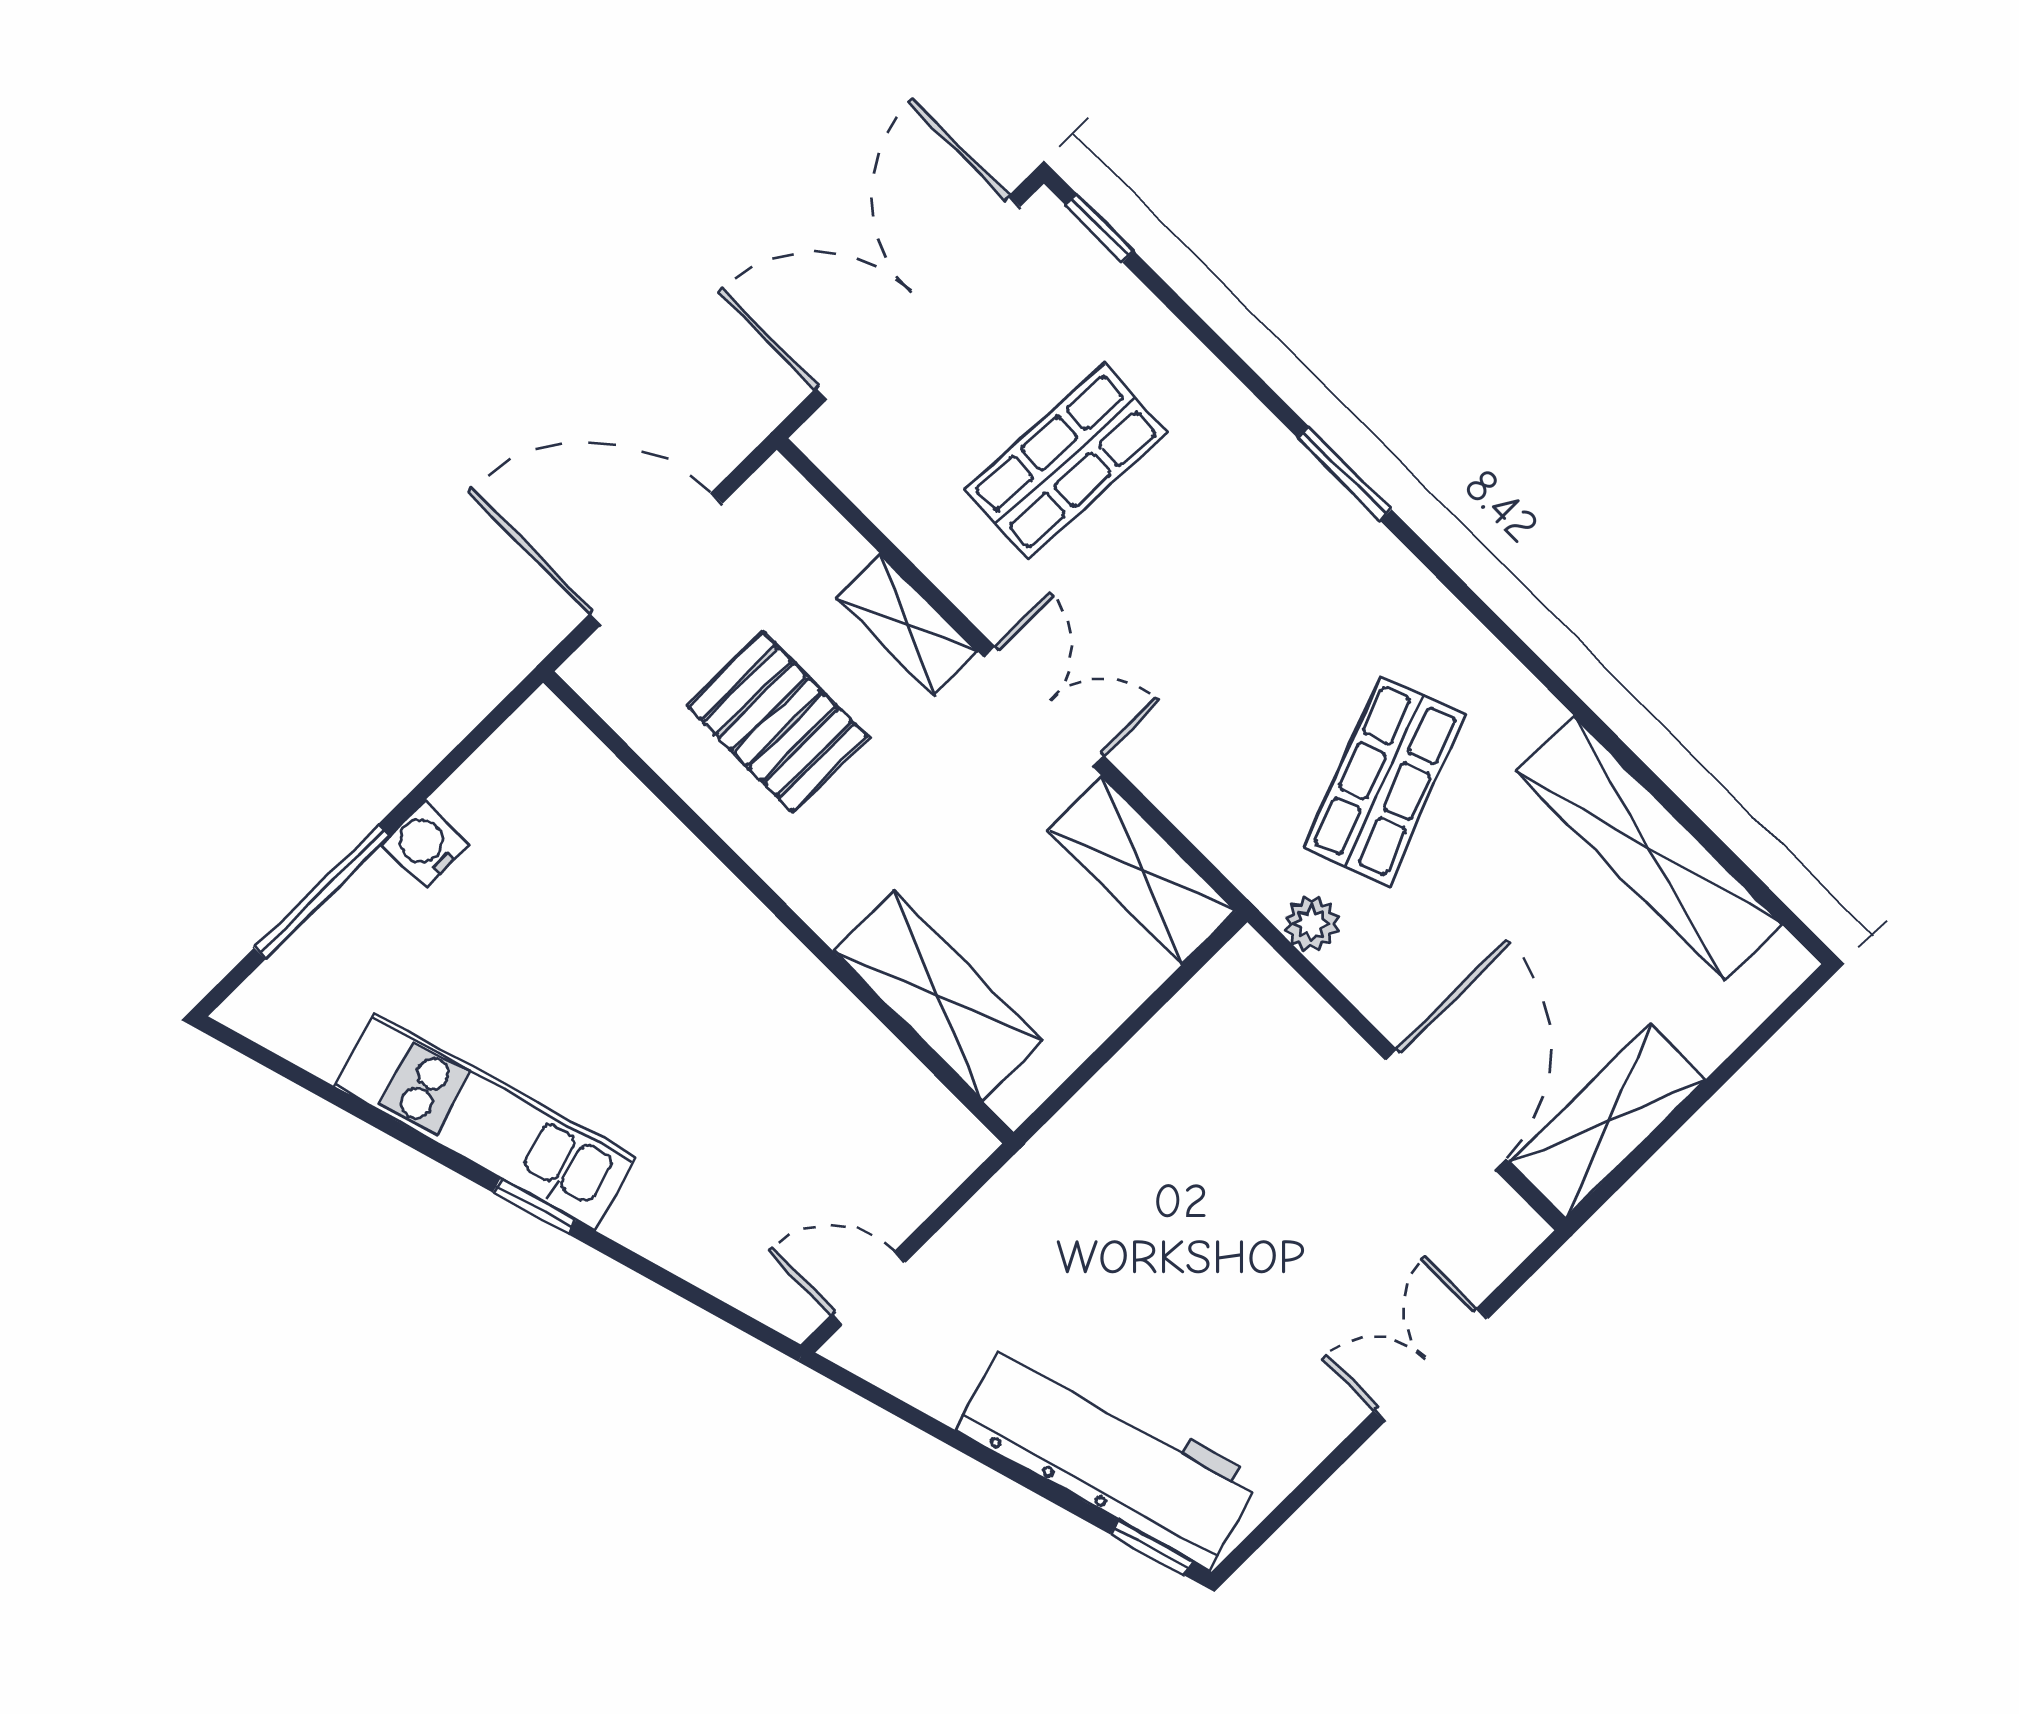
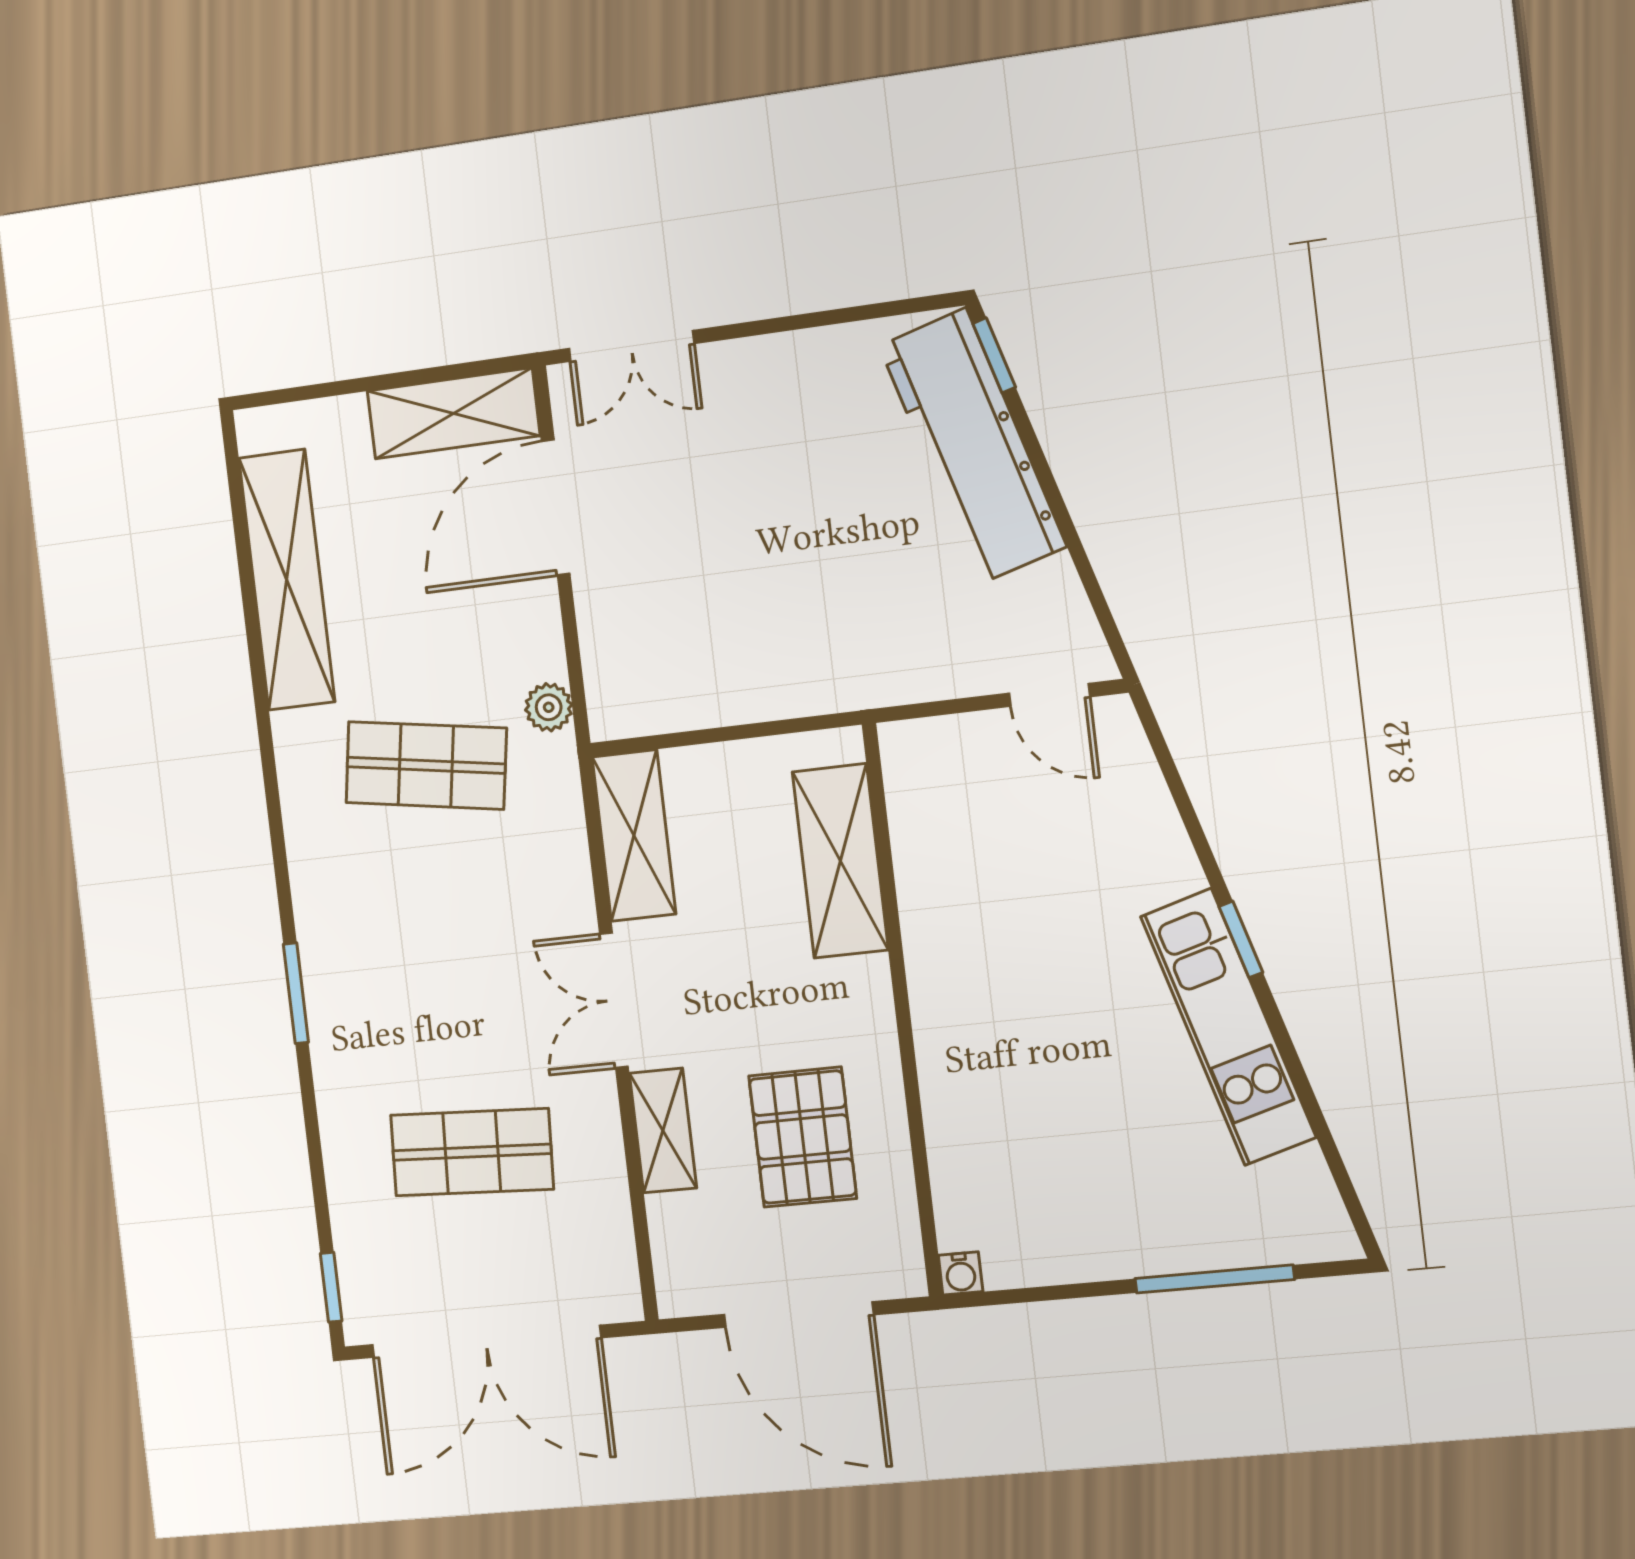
shop shelf: (1385, 781) -> (426, 765), turned 30
water cooler: (425, 845) -> (961, 1273), moved, width x0.72, depth x0.72
double door: (1431, 1365) -> (631, 346), moved

